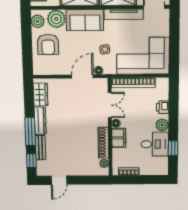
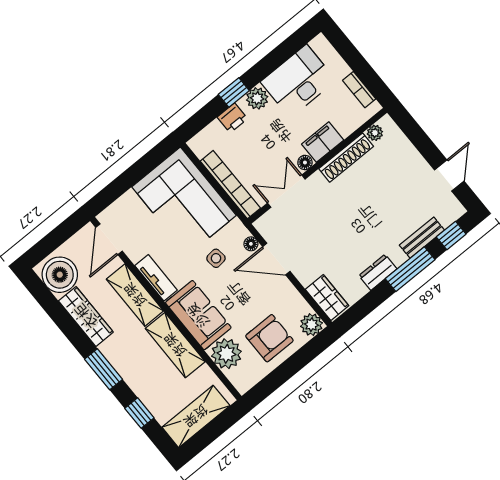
tv unit: (124, 14) -> (156, 278), width x0.71
plant: (38, 21) -> (311, 325), moved
wardrobe: (40, 95) -> (327, 298), moved, turned 90
dresser: (40, 121) -> (378, 272), width x0.70
desk: (155, 144) -> (298, 81), width x1.37
window: (173, 148) -> (234, 92), moved
door: (59, 180) -> (449, 175), hinge flipped

